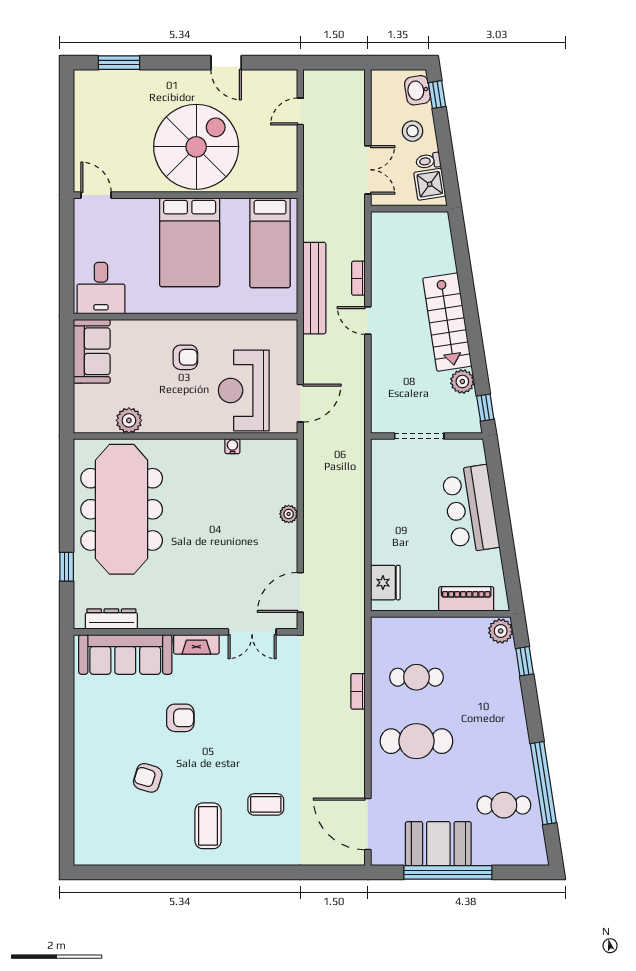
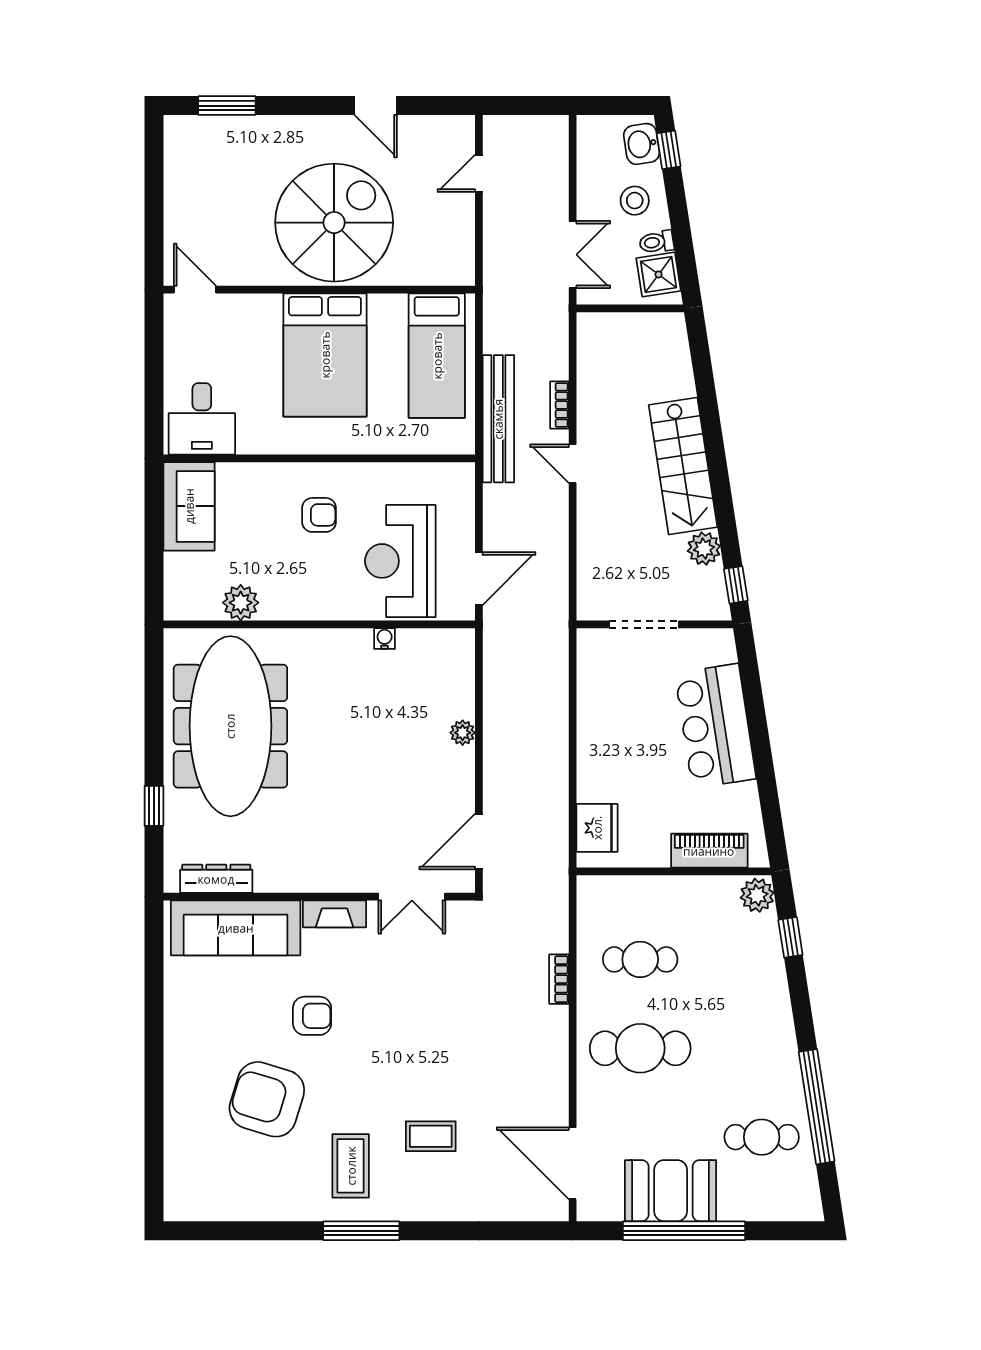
armchair: (148, 778) -> (267, 1099), width x1.88, depth x1.88
window: (216, 872) -> (361, 1231), added

